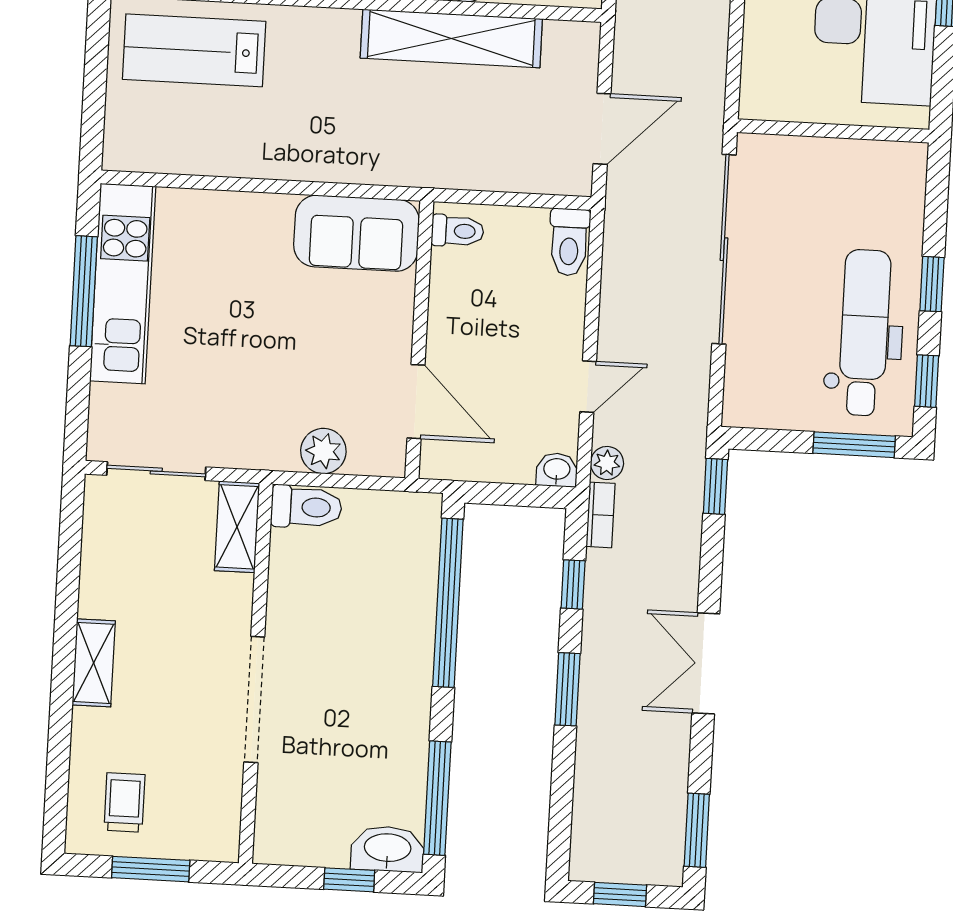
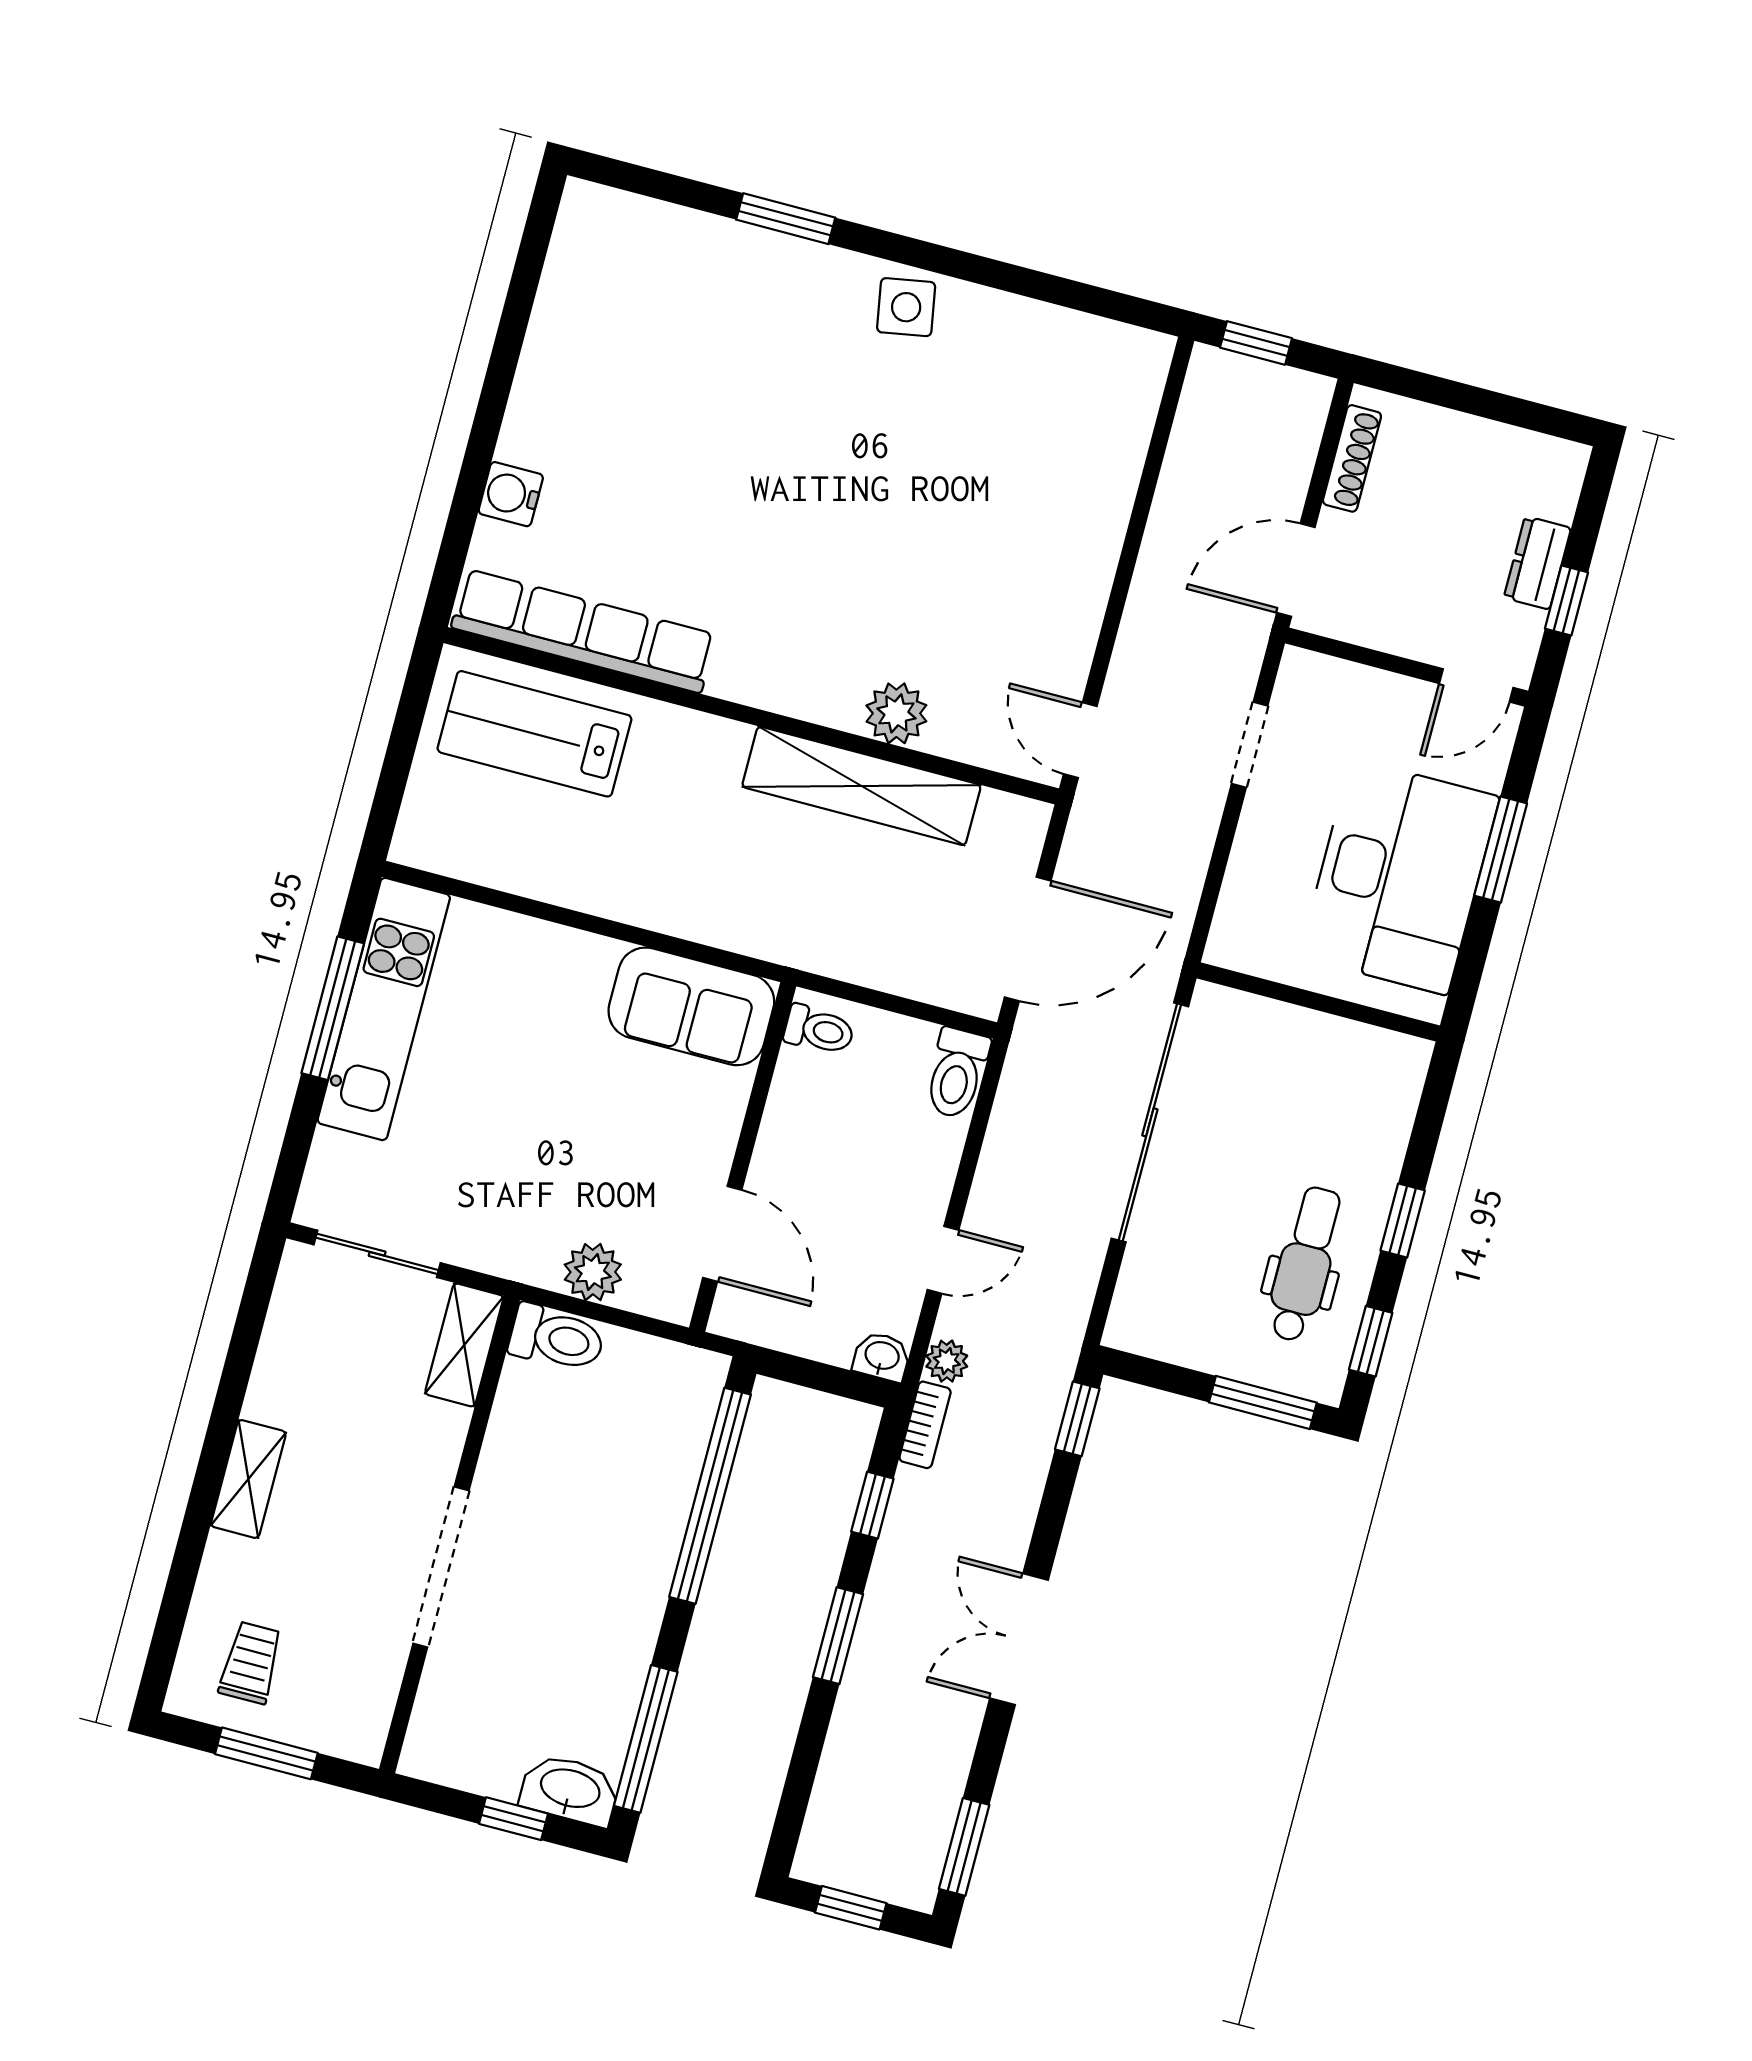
door: (602, 129) -> (1028, 939), width x1.36
dental chair: (864, 333) -> (1305, 1264), width x0.73, depth x0.72

